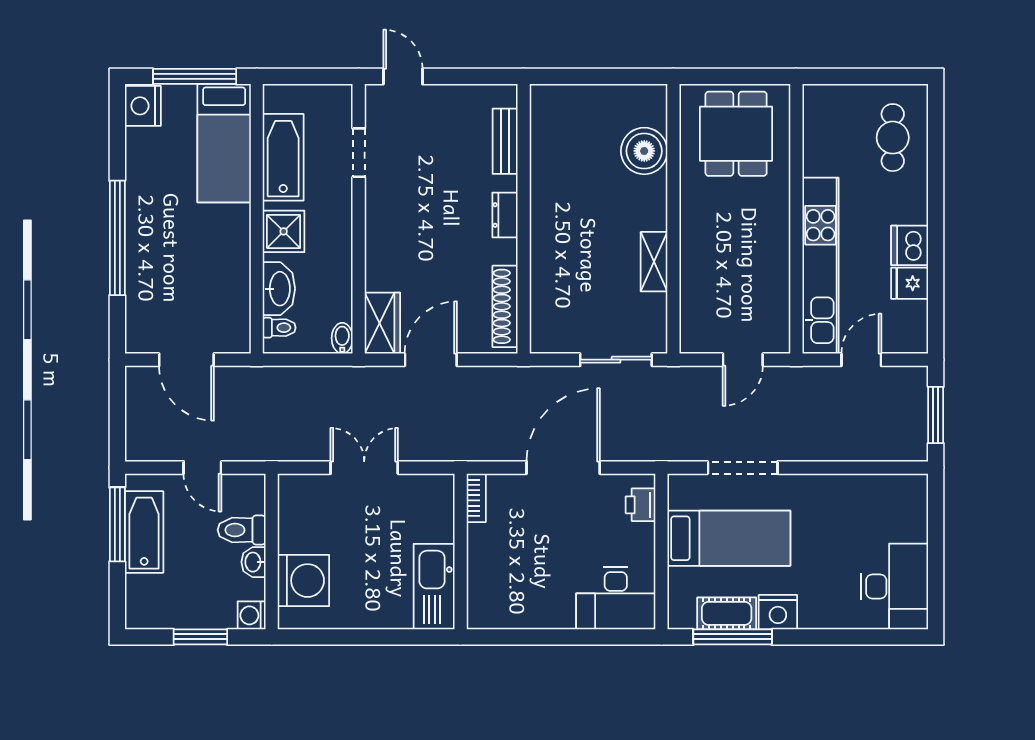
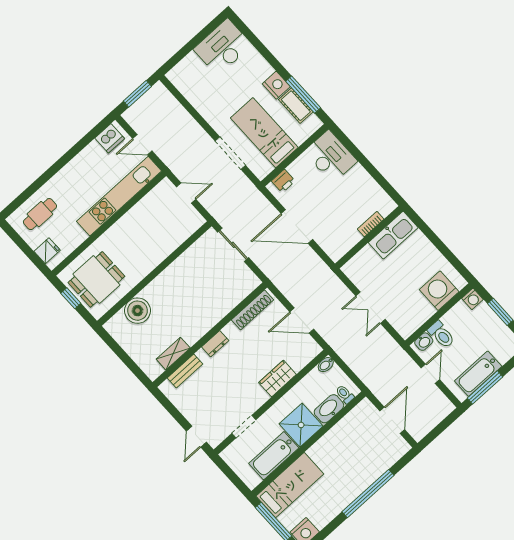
window: (742, 76) -> (71, 298), added
shower: (284, 231) -> (301, 425), width x1.36, depth x1.36
dishwasher: (910, 245) -> (110, 138), moved
shelving: (654, 262) -> (173, 354), moved
fridge: (910, 283) -> (47, 251), moved, turned -90
wardrobe: (382, 323) -> (277, 378), moved
bookcase: (476, 498) -> (371, 224), moved
washbasin: (254, 562) -> (424, 342), moved

